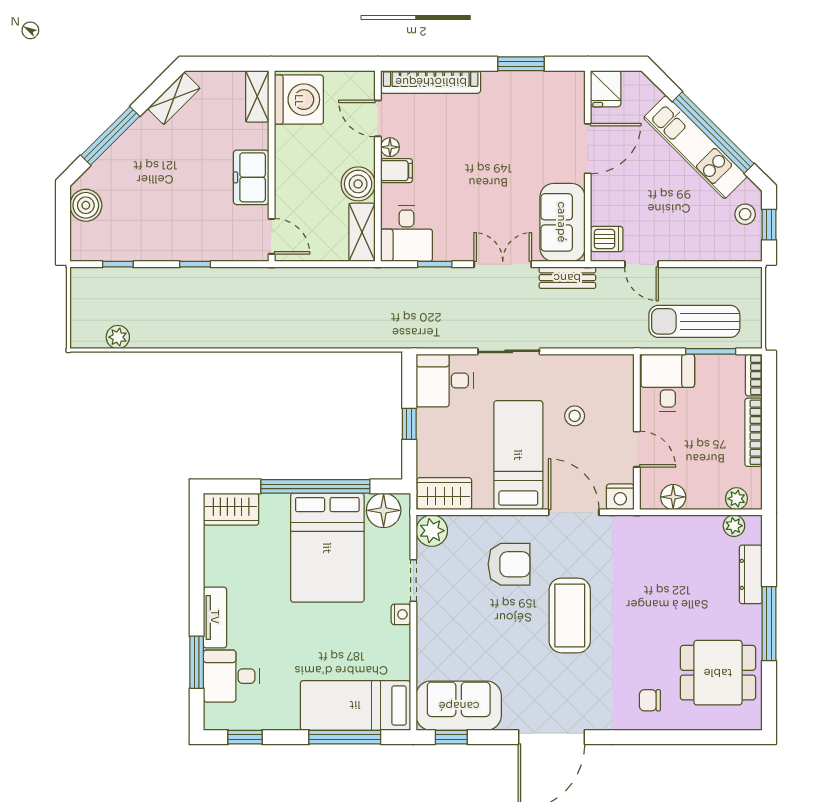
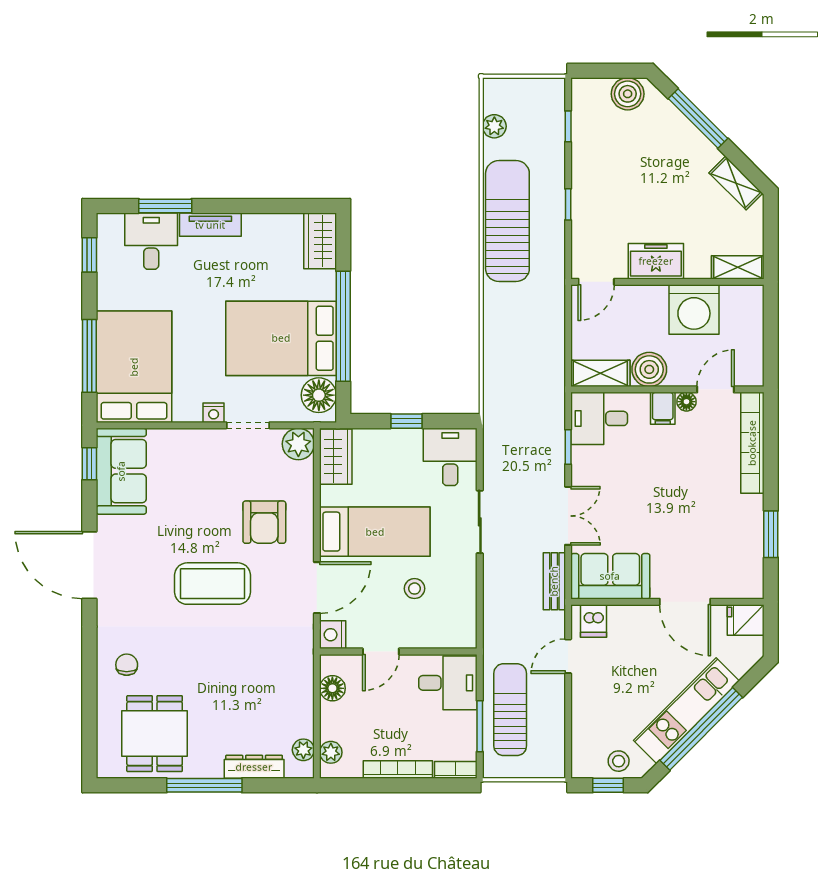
washing machine: (299, 100) -> (694, 309), moved
sun lounger: (211, 324) -> (507, 221), added
bed: (355, 705) -> (134, 367), width x1.50

